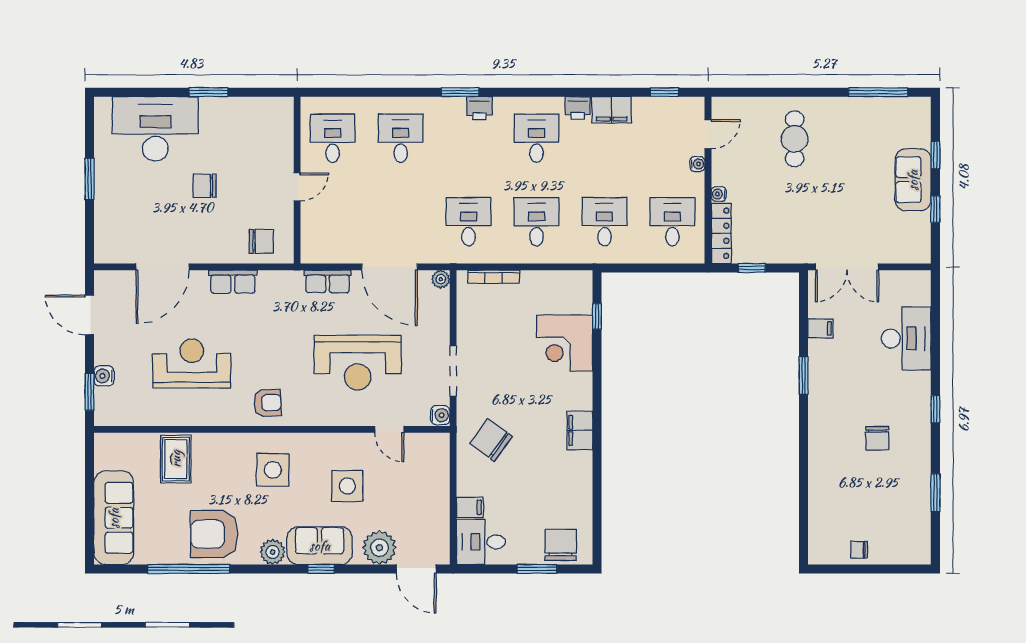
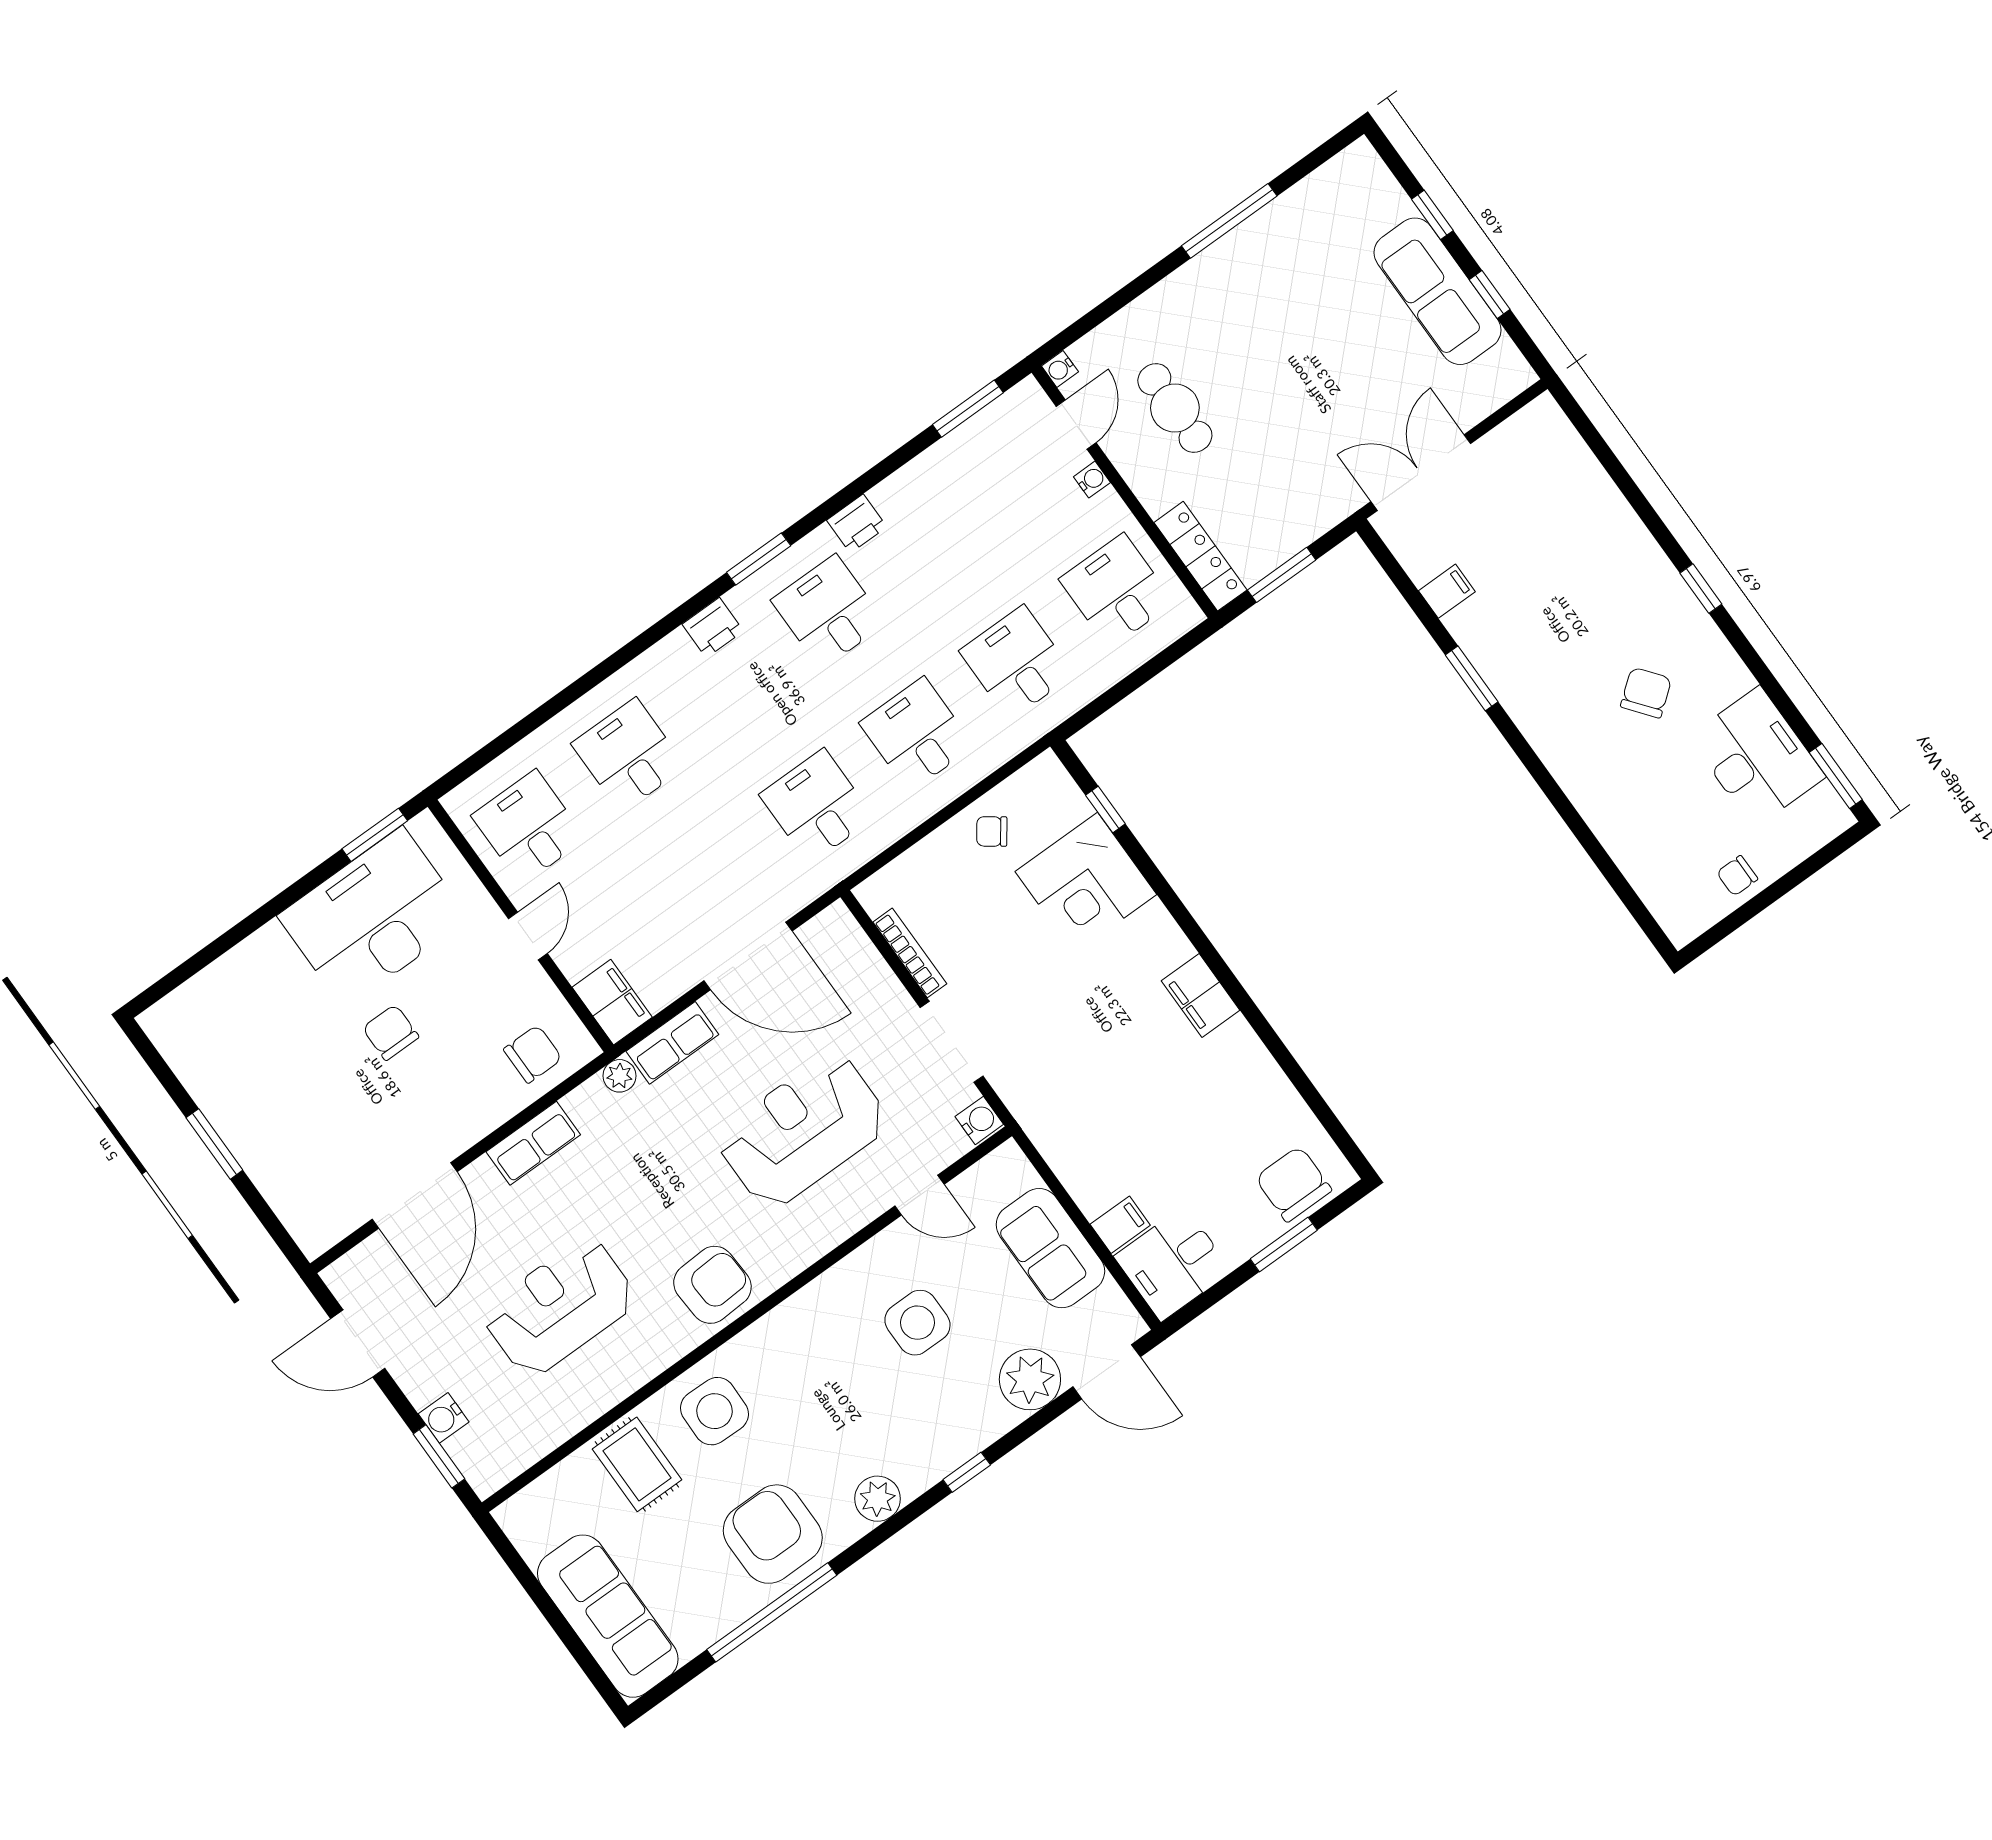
window: (209, 92) -> (375, 835), moved
window: (460, 92) -> (759, 559), moved
window: (665, 92) -> (968, 409), width x1.50
window: (878, 92) -> (1229, 221), moved
filing cabinet: (612, 110) -> (612, 1002), moved, turned -90
desk: (155, 129) -> (373, 917), moved
cafe table: (795, 139) -> (1175, 408), moved
sofa: (913, 180) -> (1438, 291), width x1.36
chair: (205, 186) -> (391, 1032), turned 90
water cooler: (719, 194) -> (1060, 369), moved
double door: (847, 267) -> (1421, 473), swing flipped
window: (752, 268) -> (1282, 575), width x1.50
bookcase: (494, 277) -> (910, 953), moved, turned -90
plant: (441, 279) -> (619, 1076), moved
desk: (906, 339) -> (1757, 757), moved
reception desk: (358, 363) -> (803, 1131), turned 180
armchair: (268, 403) -> (712, 1285), width x1.38, depth x1.38
chair: (877, 438) -> (1646, 693), turned -128
chair: (491, 440) -> (992, 831), moved, width x0.54, depth x0.54
side table: (273, 470) -> (714, 1411), moved
window: (935, 493) -> (1836, 776), moved
armchair: (214, 534) -> (773, 1534), turned 90
sofa: (320, 546) -> (1050, 1248), moved, turned -90

